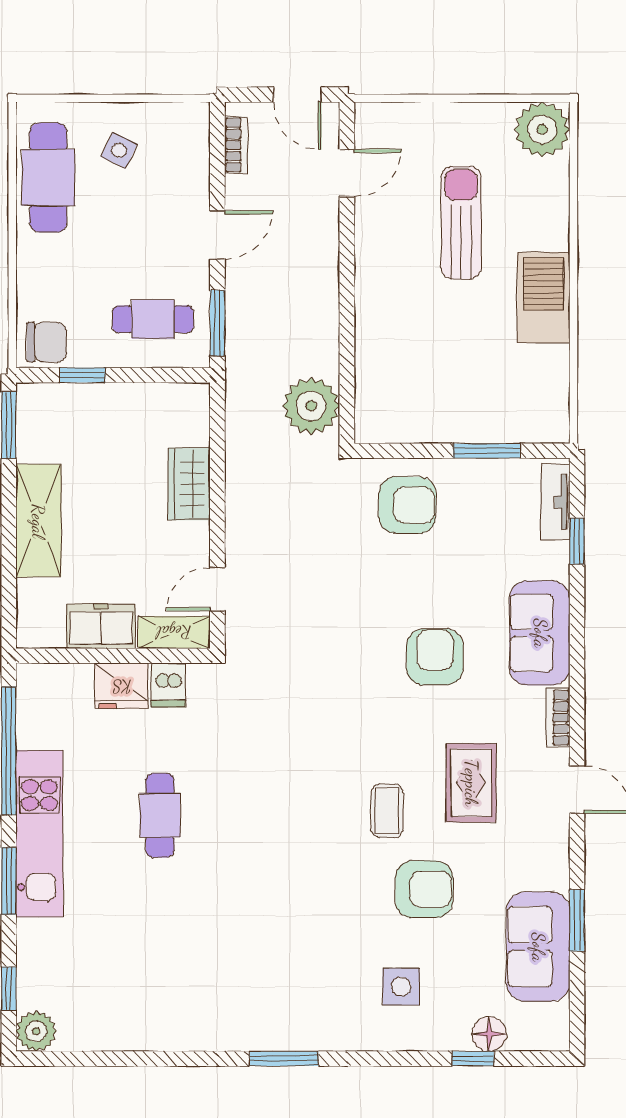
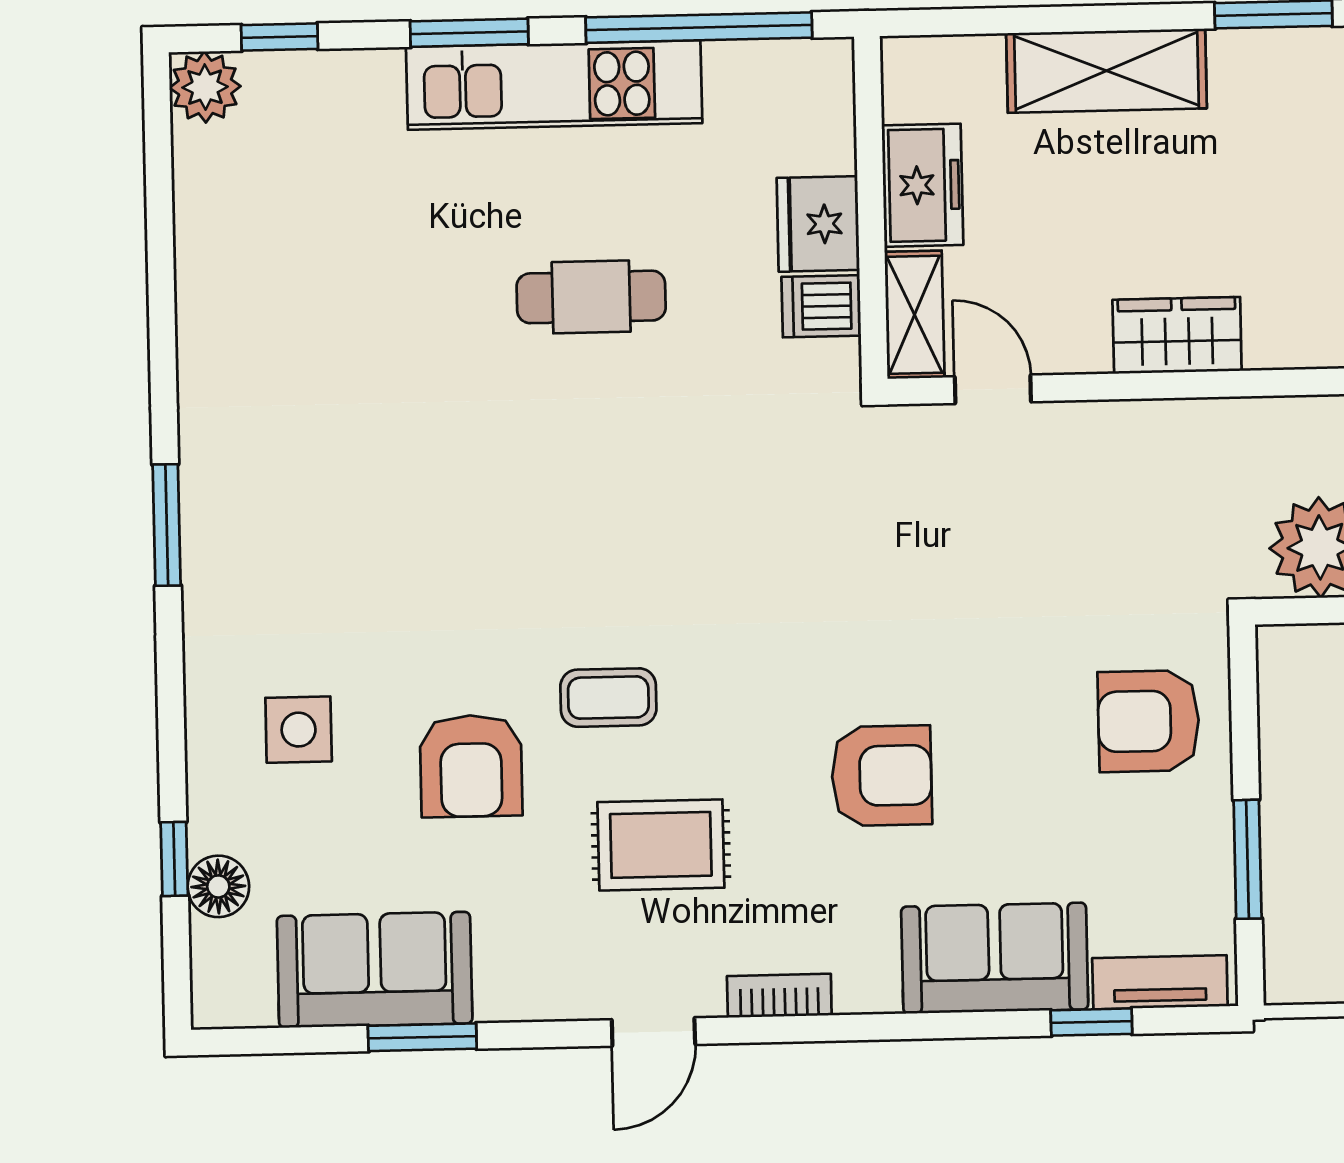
armchair: (407, 505) -> (1149, 721), turned 89
sofa: (540, 633) -> (995, 958), moved

